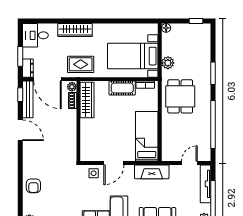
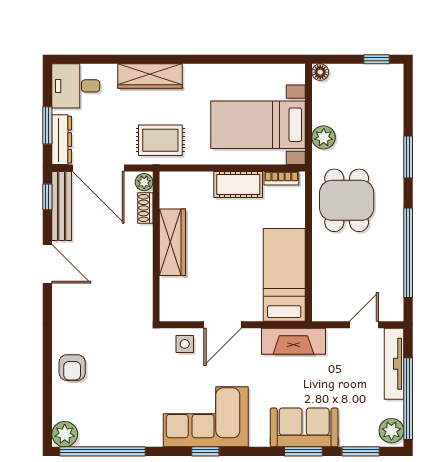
dresser: (28, 68) -> (62, 140), width x1.44
wardrobe: (87, 100) -> (172, 242), moved

